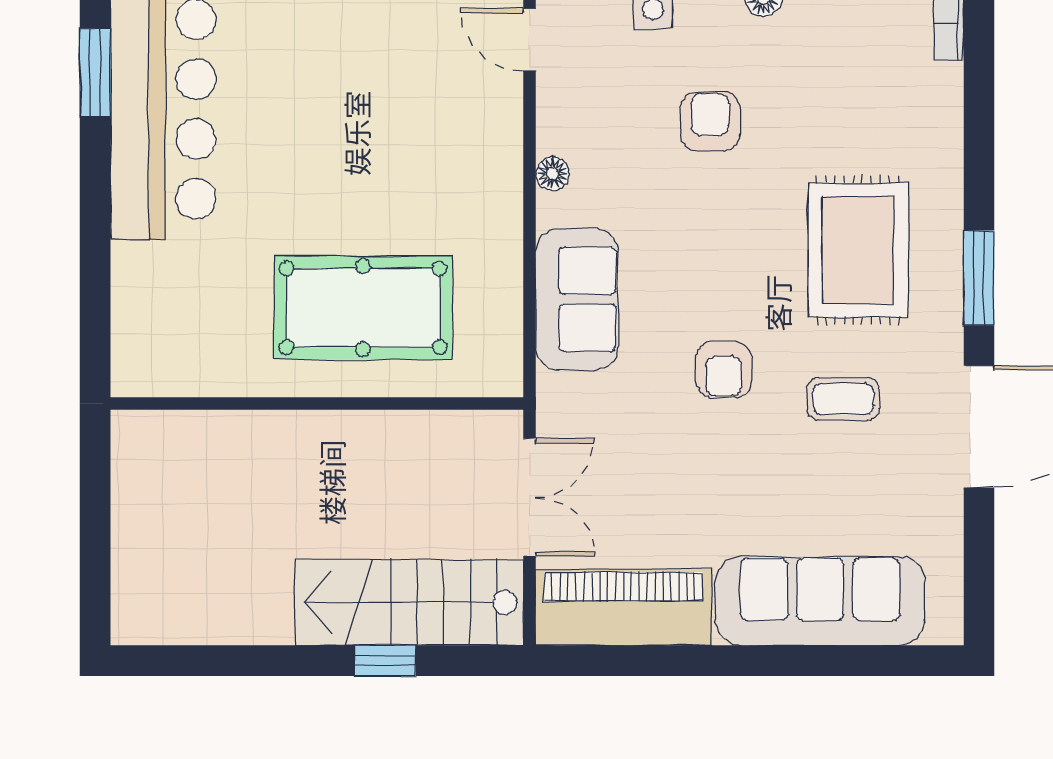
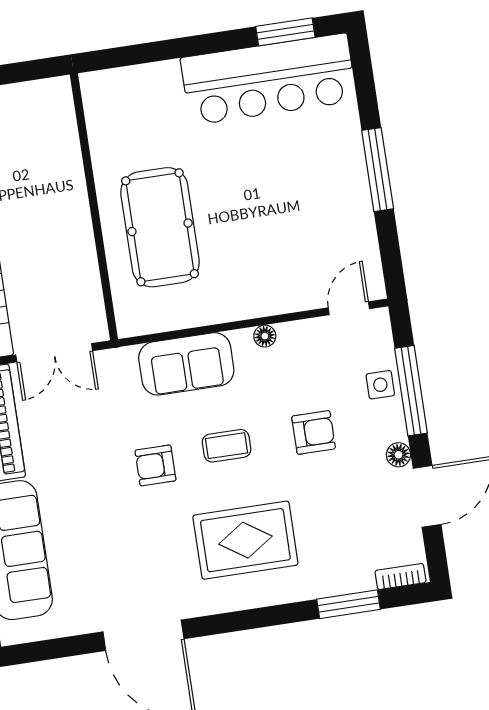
window: (979, 278) -> (348, 604), moved
coffee table: (843, 399) -> (227, 446), moved, turned 90

